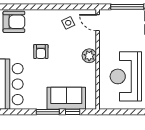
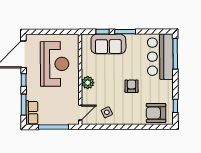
door: (98, 23) -> (80, 113), hinge flipped

